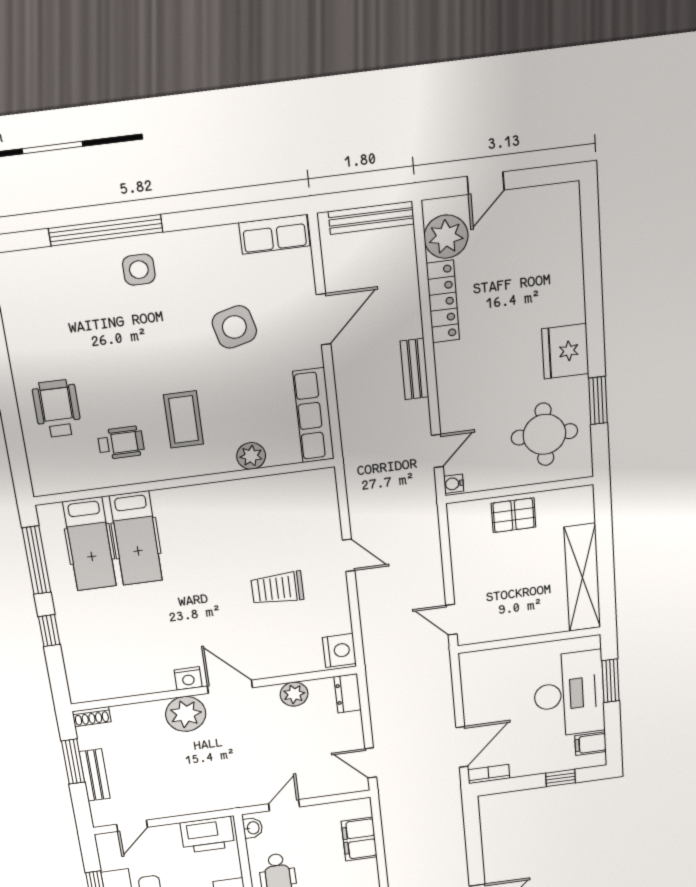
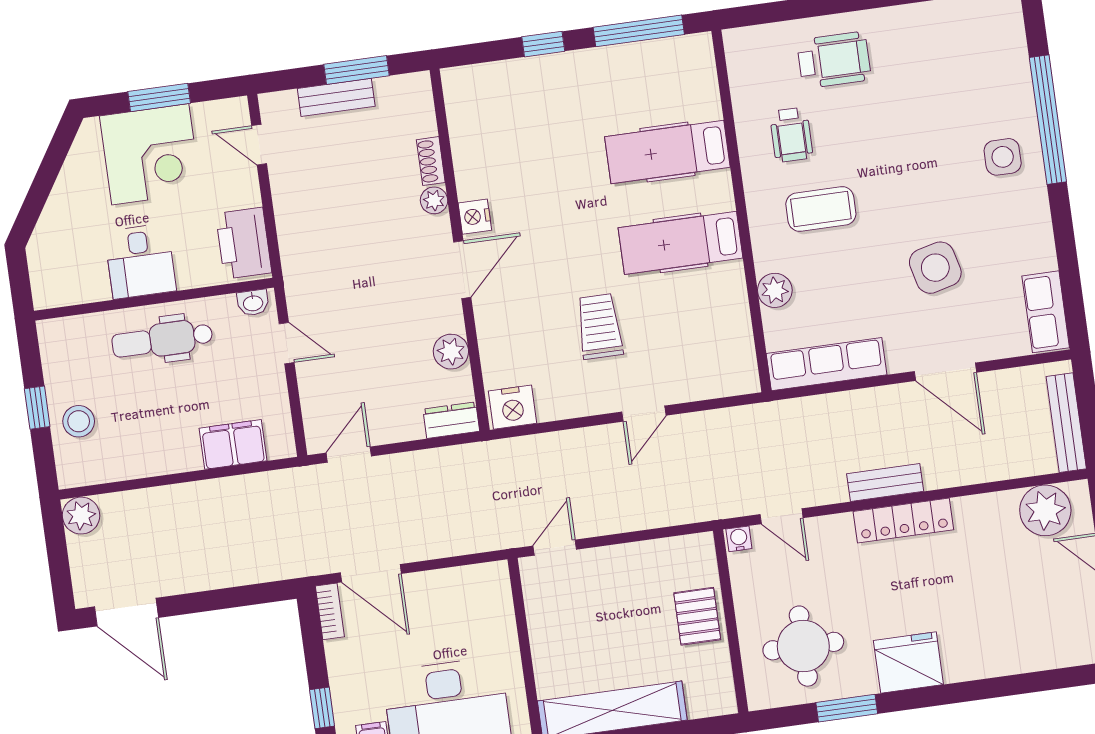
locker: (443, 302) -> (903, 521), moved
hospital bed: (90, 544) -> (680, 243), moved
plant: (186, 714) -> (434, 200), width x0.53, depth x0.53
shoe rack: (92, 717) -> (431, 161), moved

